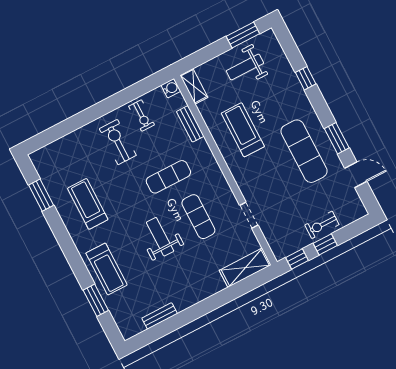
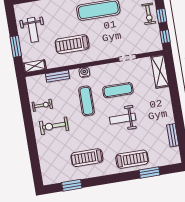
window: (243, 35) -> (16, 46), moved
water cooler: (171, 88) -> (84, 72), moved

